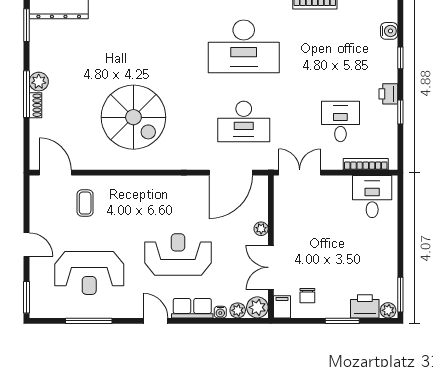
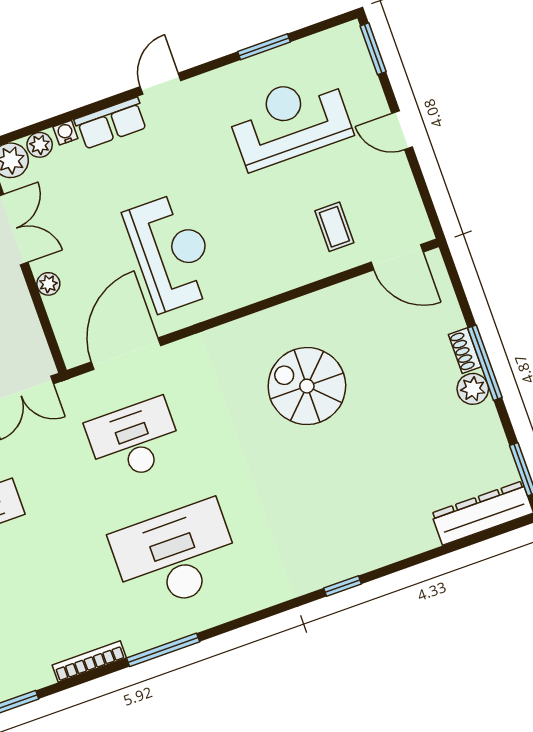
spiral stairs: (133, 117) -> (307, 386), width x0.73, depth x0.73
reception desk: (178, 254) -> (172, 252), moved, turned -90
window: (89, 321) -> (264, 47), width x0.69
door: (156, 321) -> (161, 84), swing flipped

